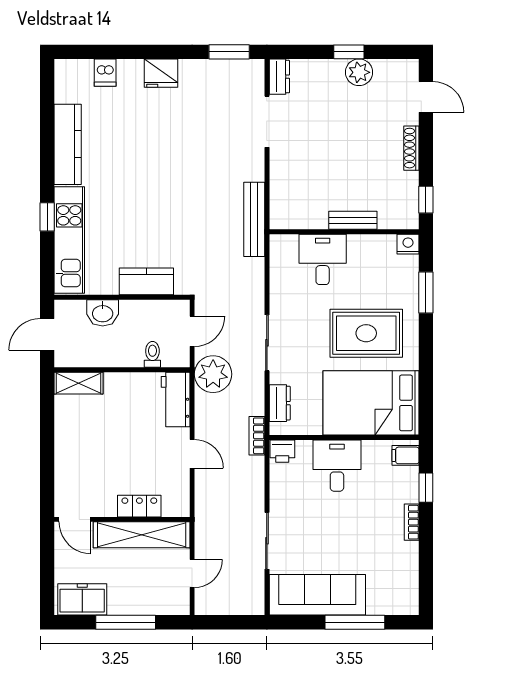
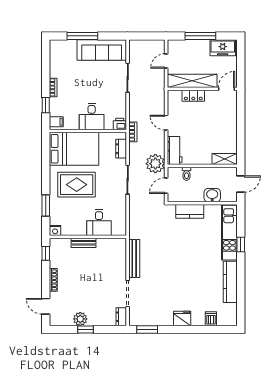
bench: (254, 219) -> (134, 259), moved
door: (75, 519) -> (226, 89), hinge flipped

